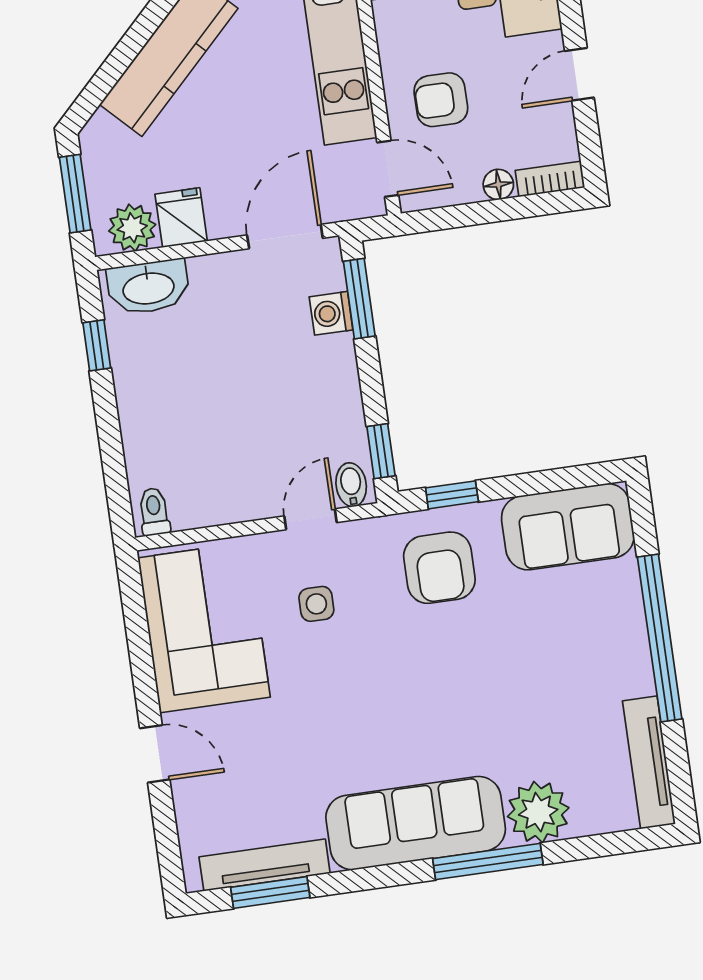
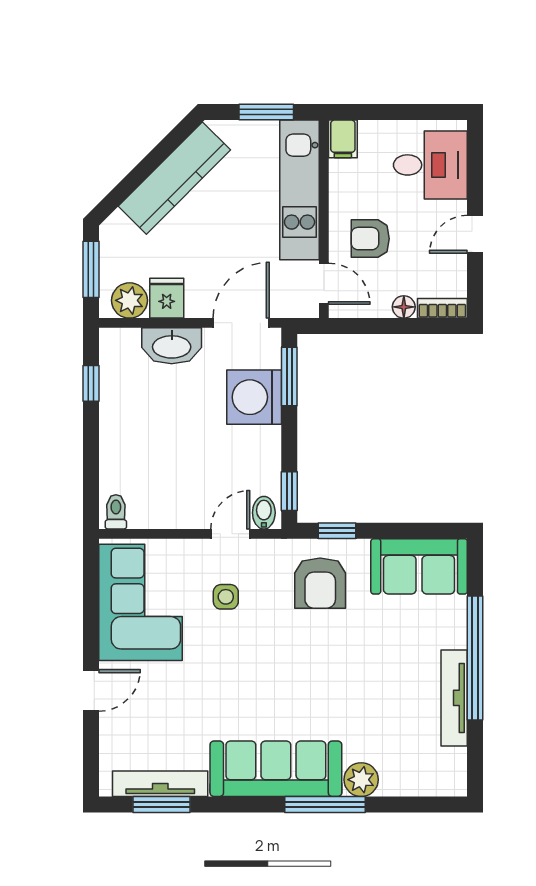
washbasin: (148, 287) -> (172, 346), moved
washing machine: (331, 313) -> (254, 397), width x1.89, depth x1.89
door: (155, 754) -> (91, 690), hinge flipped
tv unit: (649, 762) -> (454, 698), moved
plant: (538, 812) -> (361, 780), width x0.73, depth x0.73

